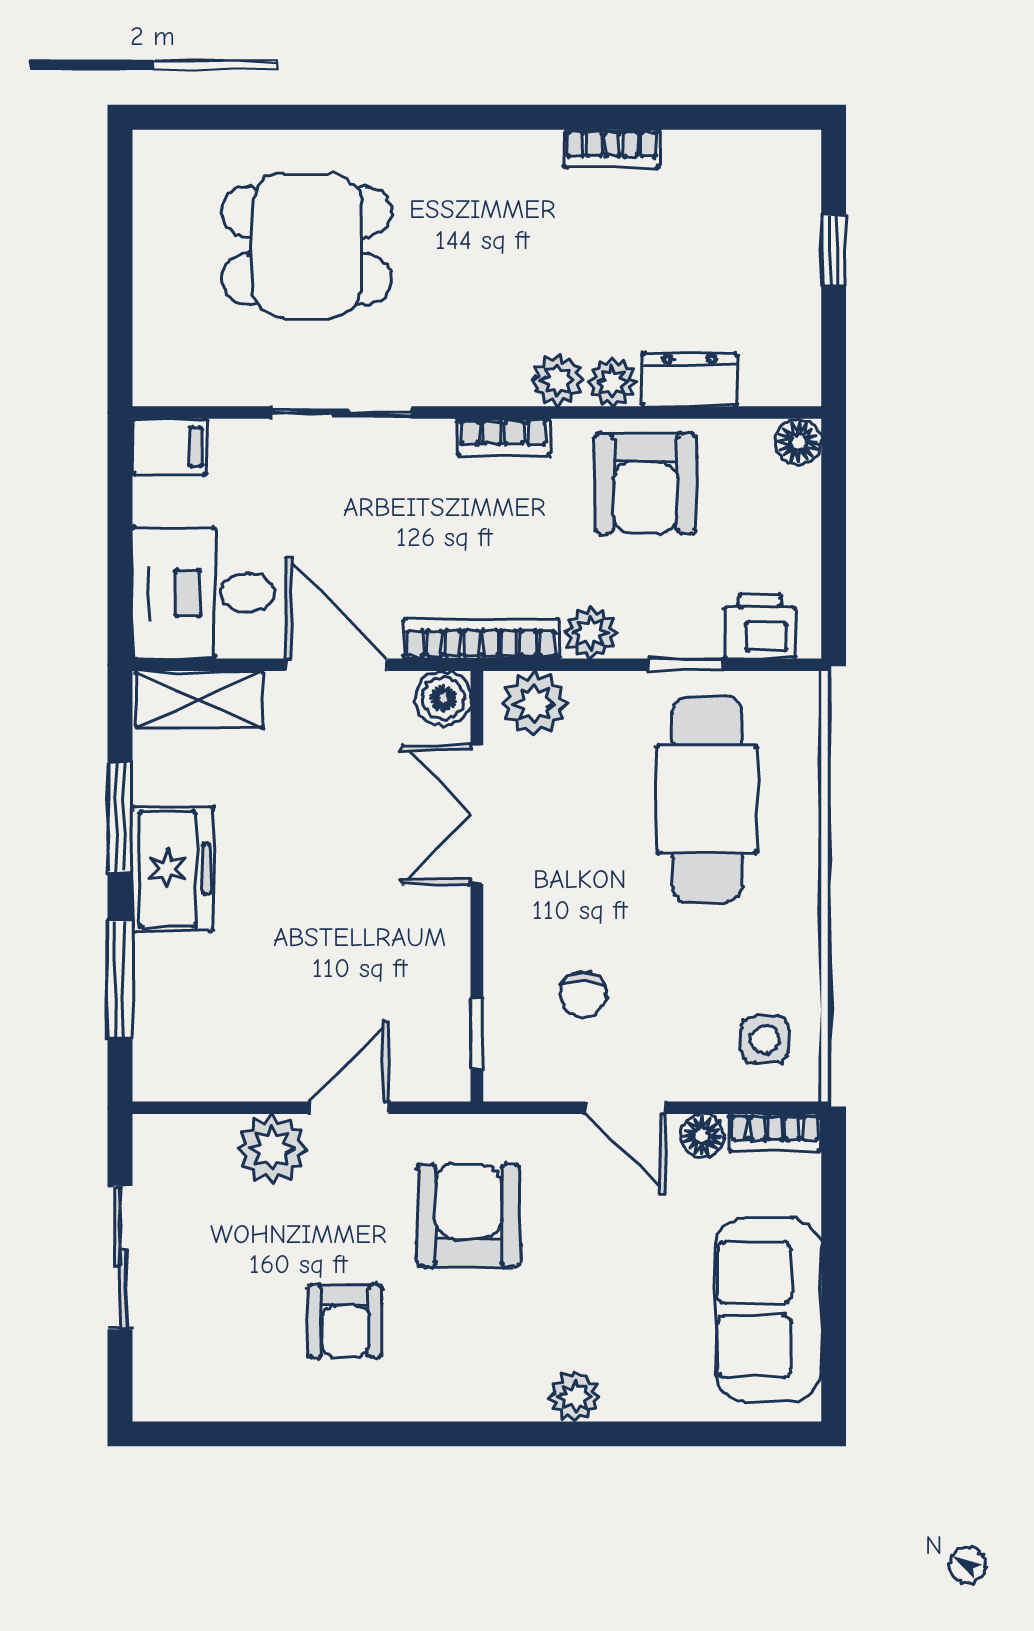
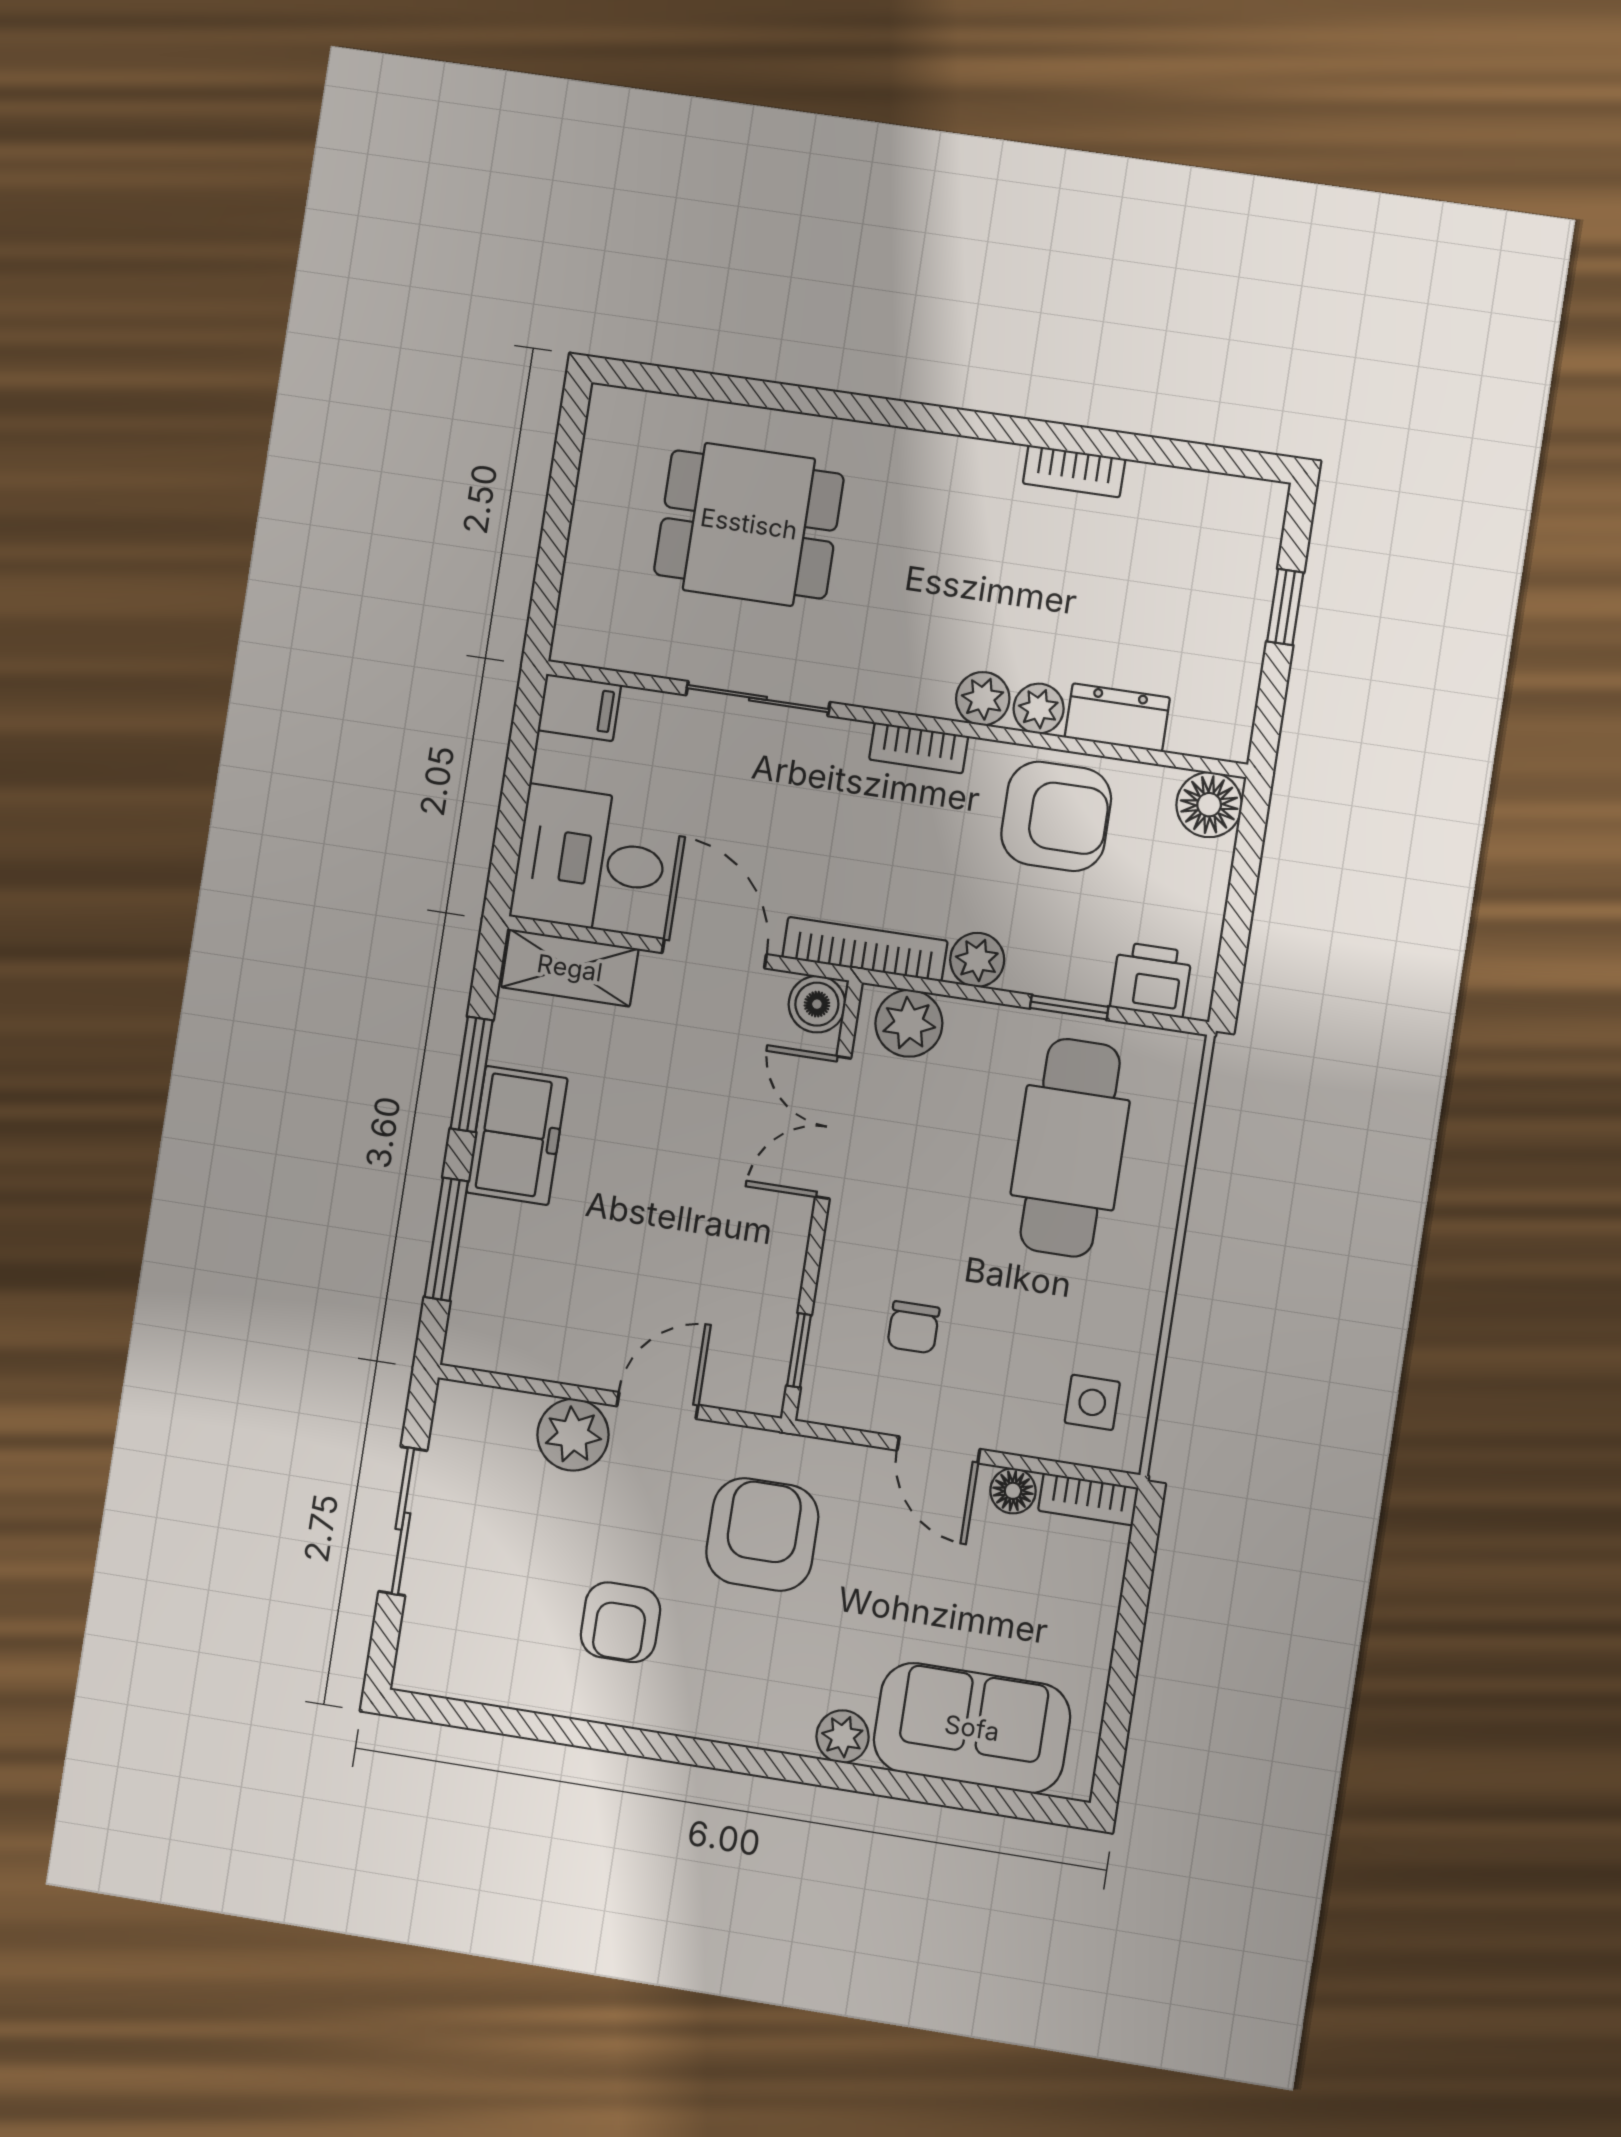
floor lamp: (798, 442) -> (1209, 805), width x1.37, depth x1.37
armchair: (645, 483) -> (1056, 816), turned -90
sofa: (768, 1309) -> (972, 1728), moved, turned 90

